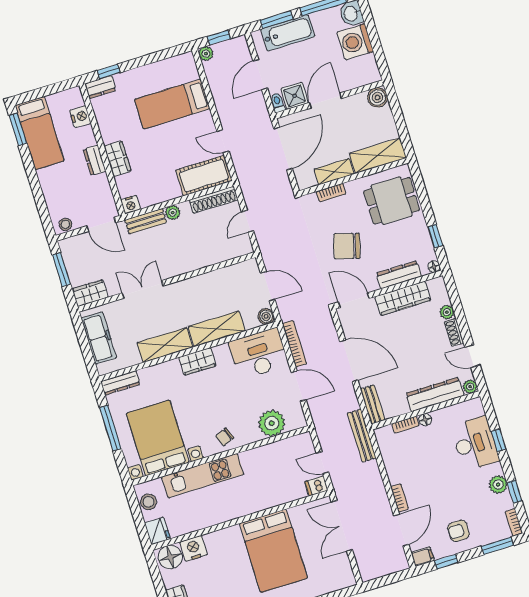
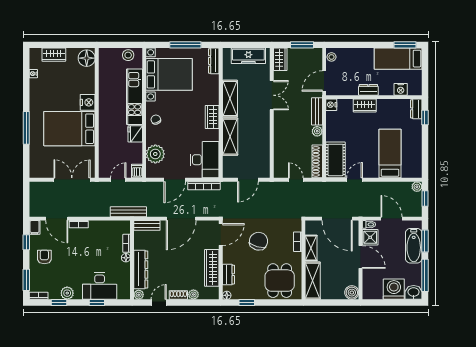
dresser: (399, 275) -> (228, 275), width x0.70
boiler: (266, 316) -> (228, 172), removed
dishwasher: (316, 486) -> (137, 171), moved
fridge: (157, 531) -> (135, 134), moved, turned 90
nightstand: (194, 548) -> (88, 102), moved

